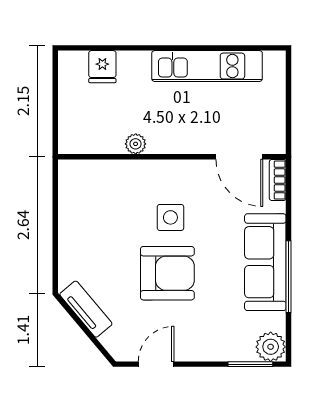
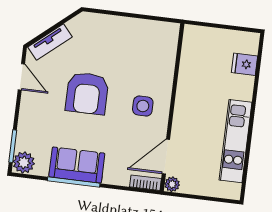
plant: (136, 144) -> (172, 184), moved
side table: (170, 217) -> (143, 106), moved
sofa: (265, 262) -> (77, 165), width x0.73
tv unit: (86, 309) -> (50, 42), moved

